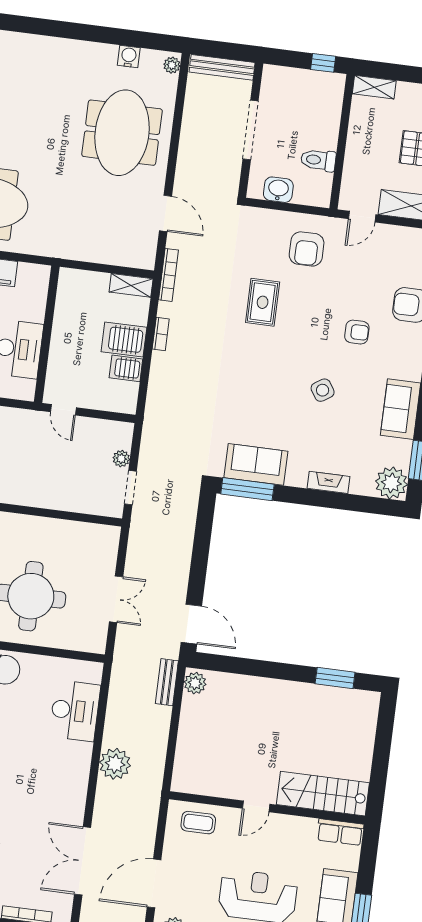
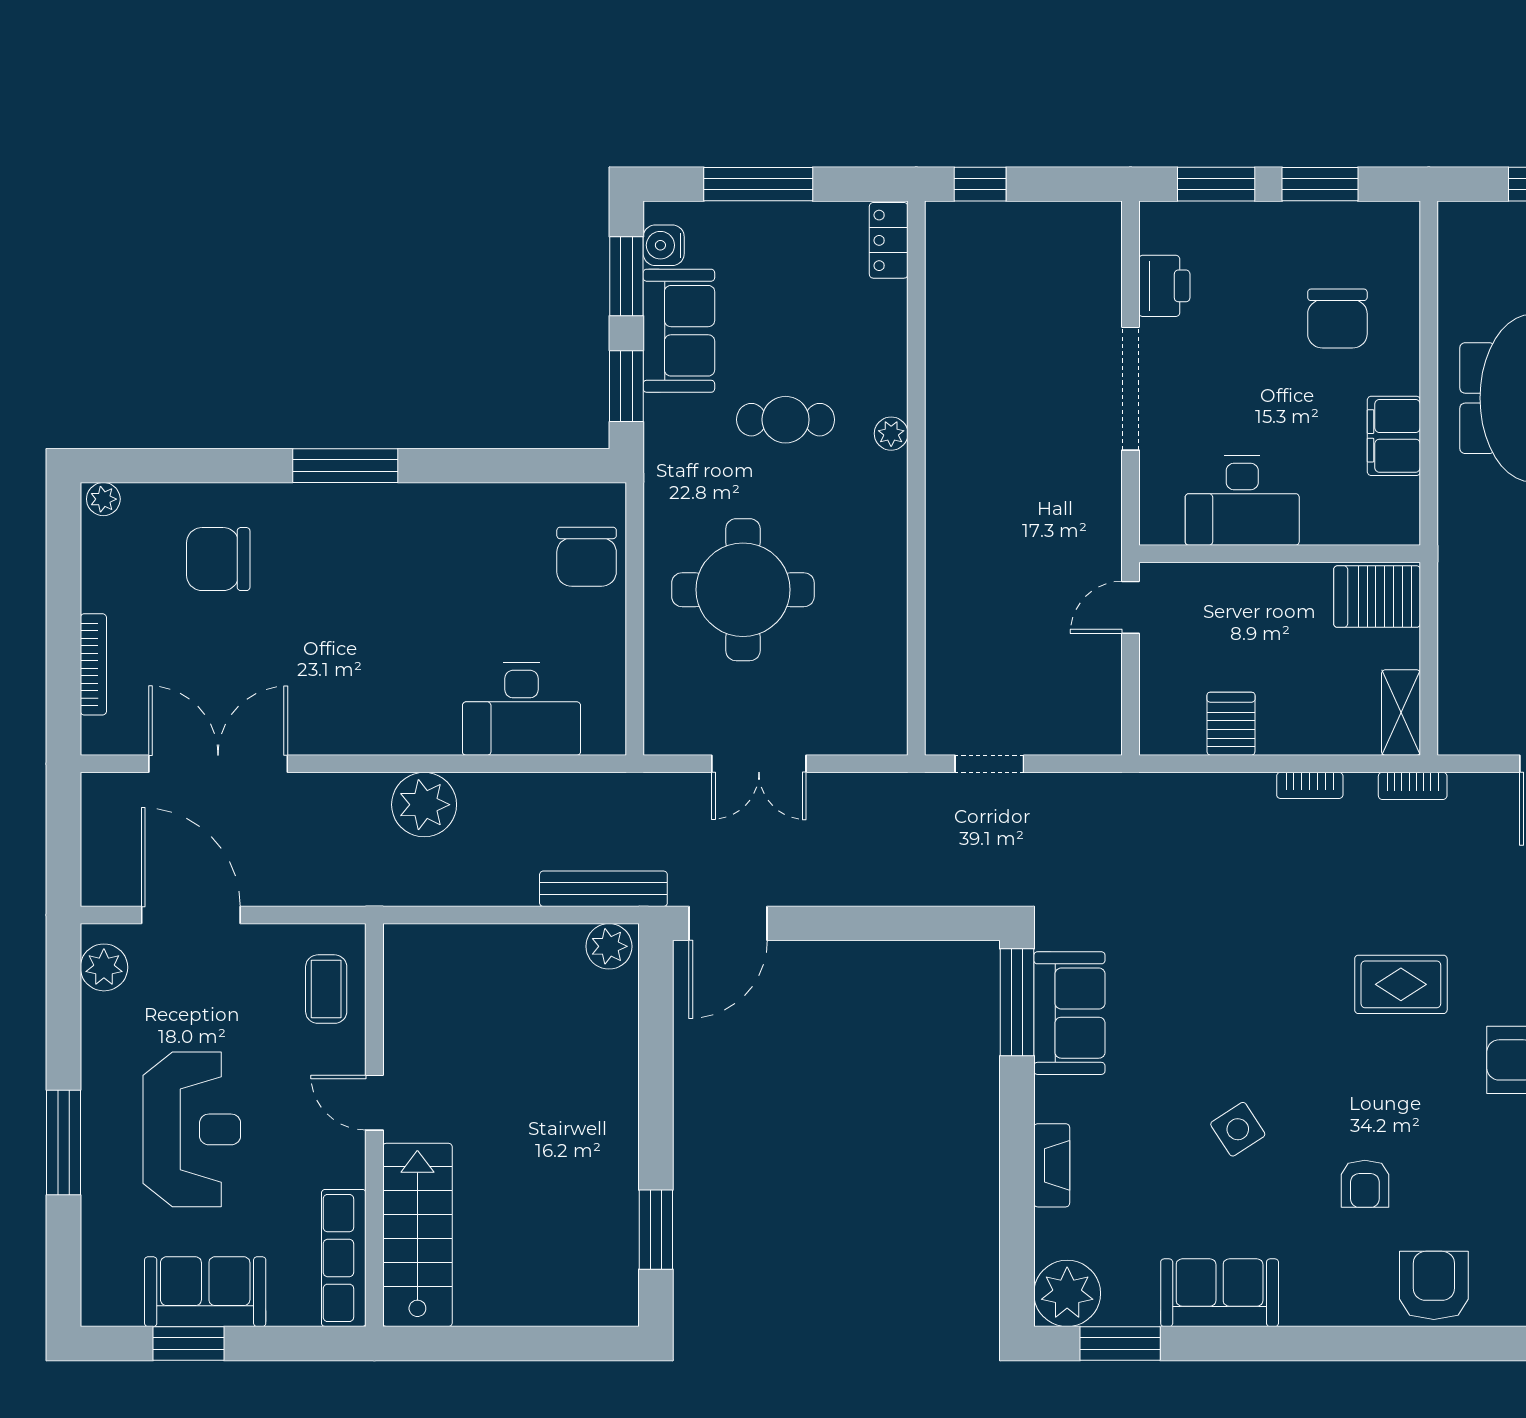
bookcase: (168, 275) -> (1413, 786), width x0.64
server rack: (124, 339) -> (1377, 597), moved, turned -90
plant: (121, 459) -> (1046, 738), removed
bench: (167, 682) -> (603, 889), width x1.36
row of seats: (340, 832) -> (344, 1258), width x1.48

